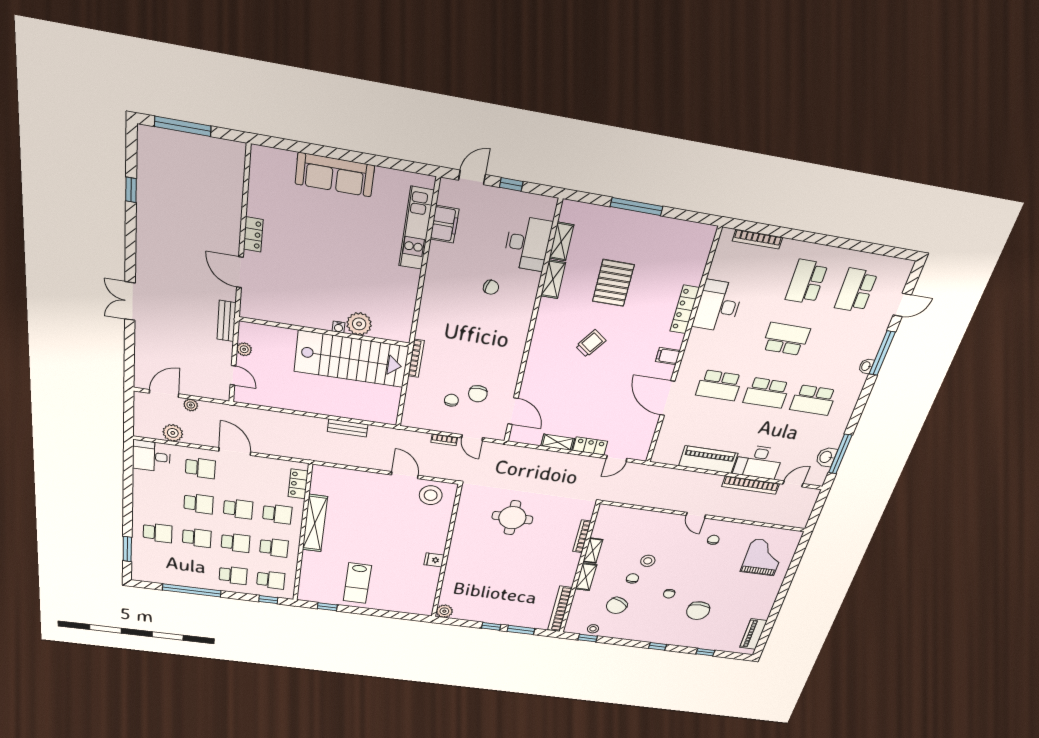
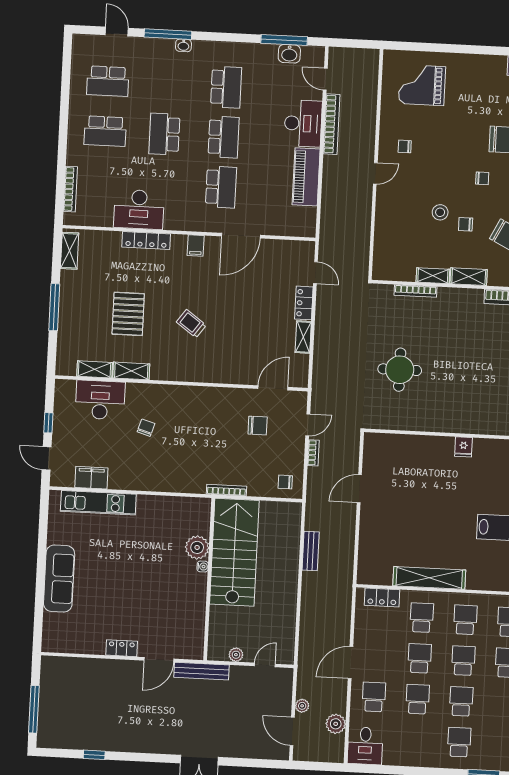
shelving: (693, 230) -> (70, 251), added
pallet: (613, 283) -> (128, 314), turned 90
bench: (226, 321) -> (201, 671), width x1.36
chair: (451, 400) -> (285, 482), moved
stool: (431, 495) -> (381, 459), removed

